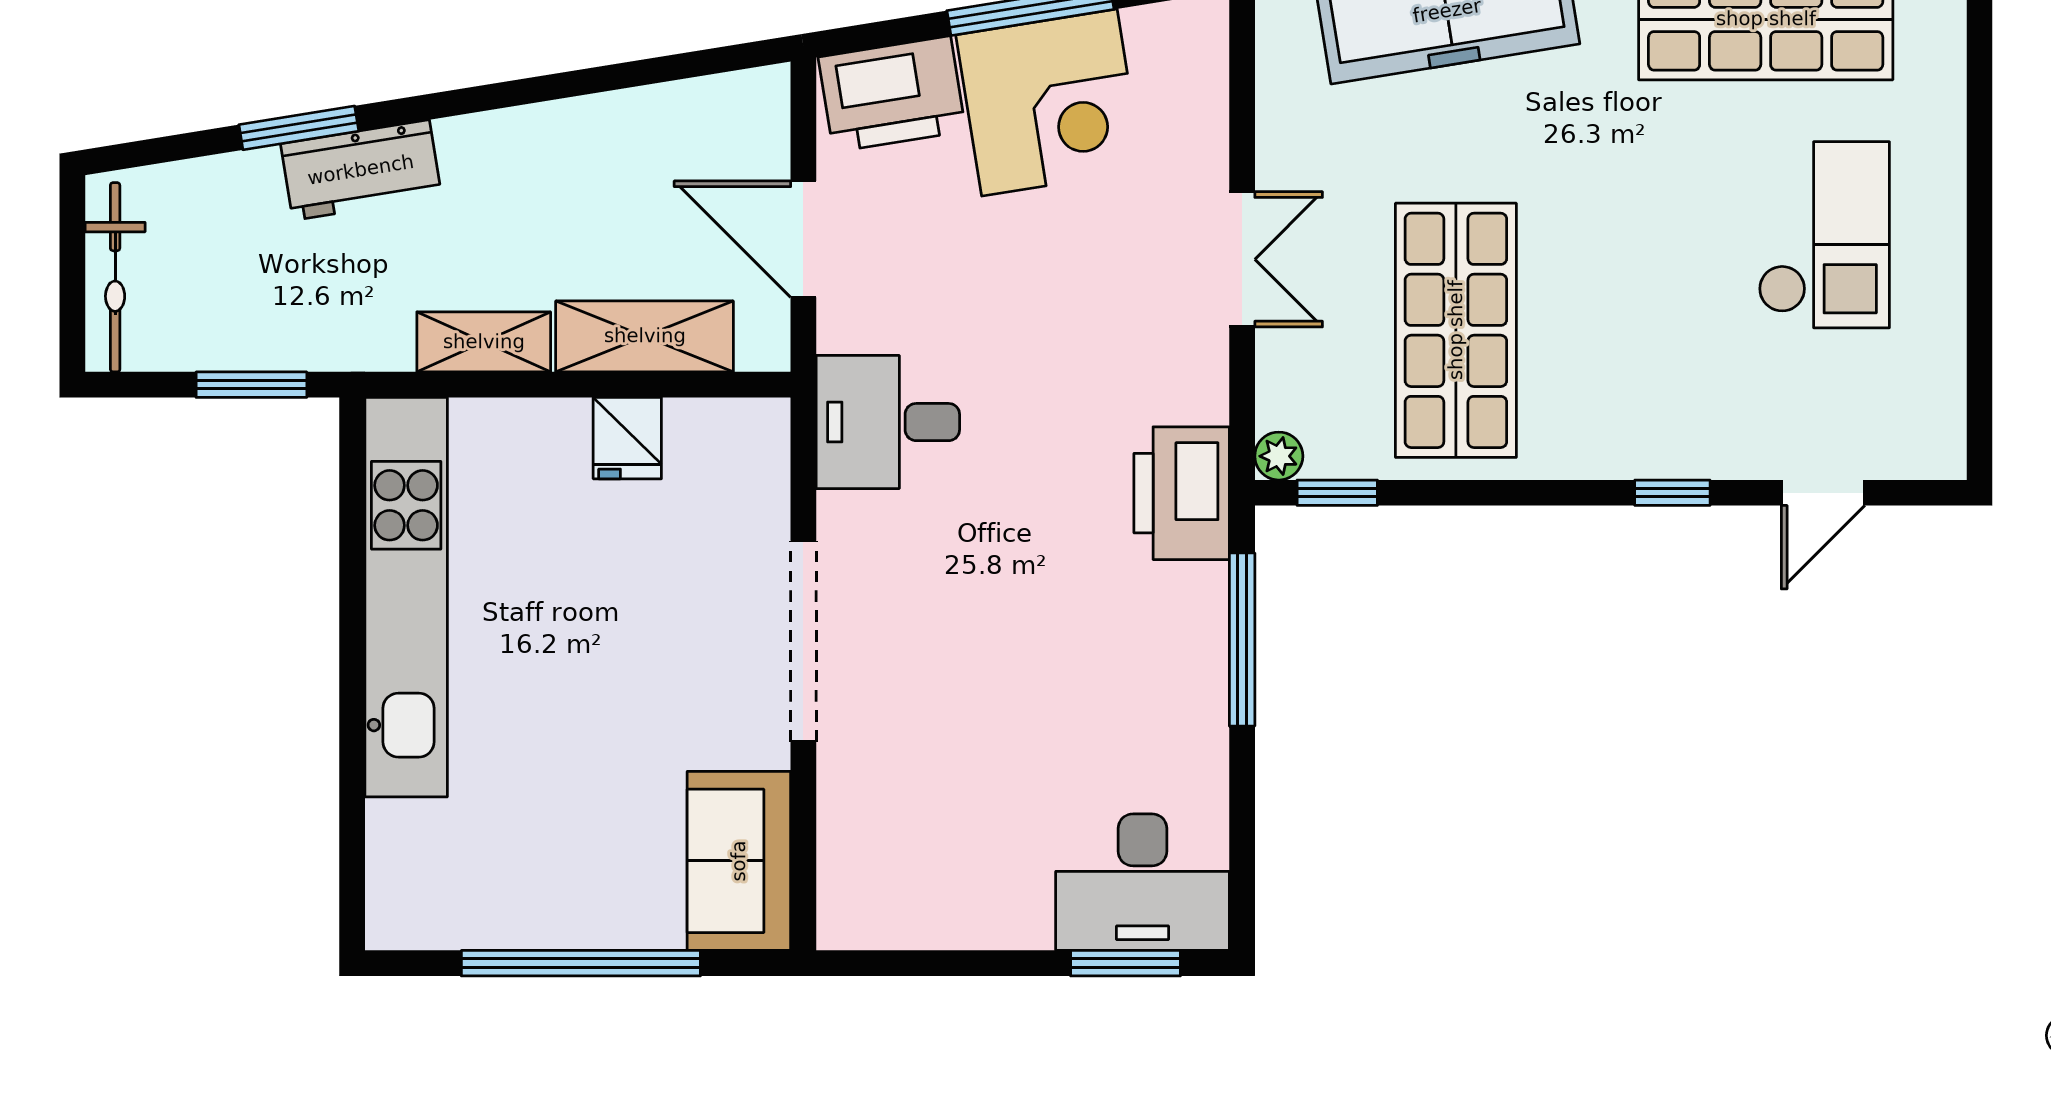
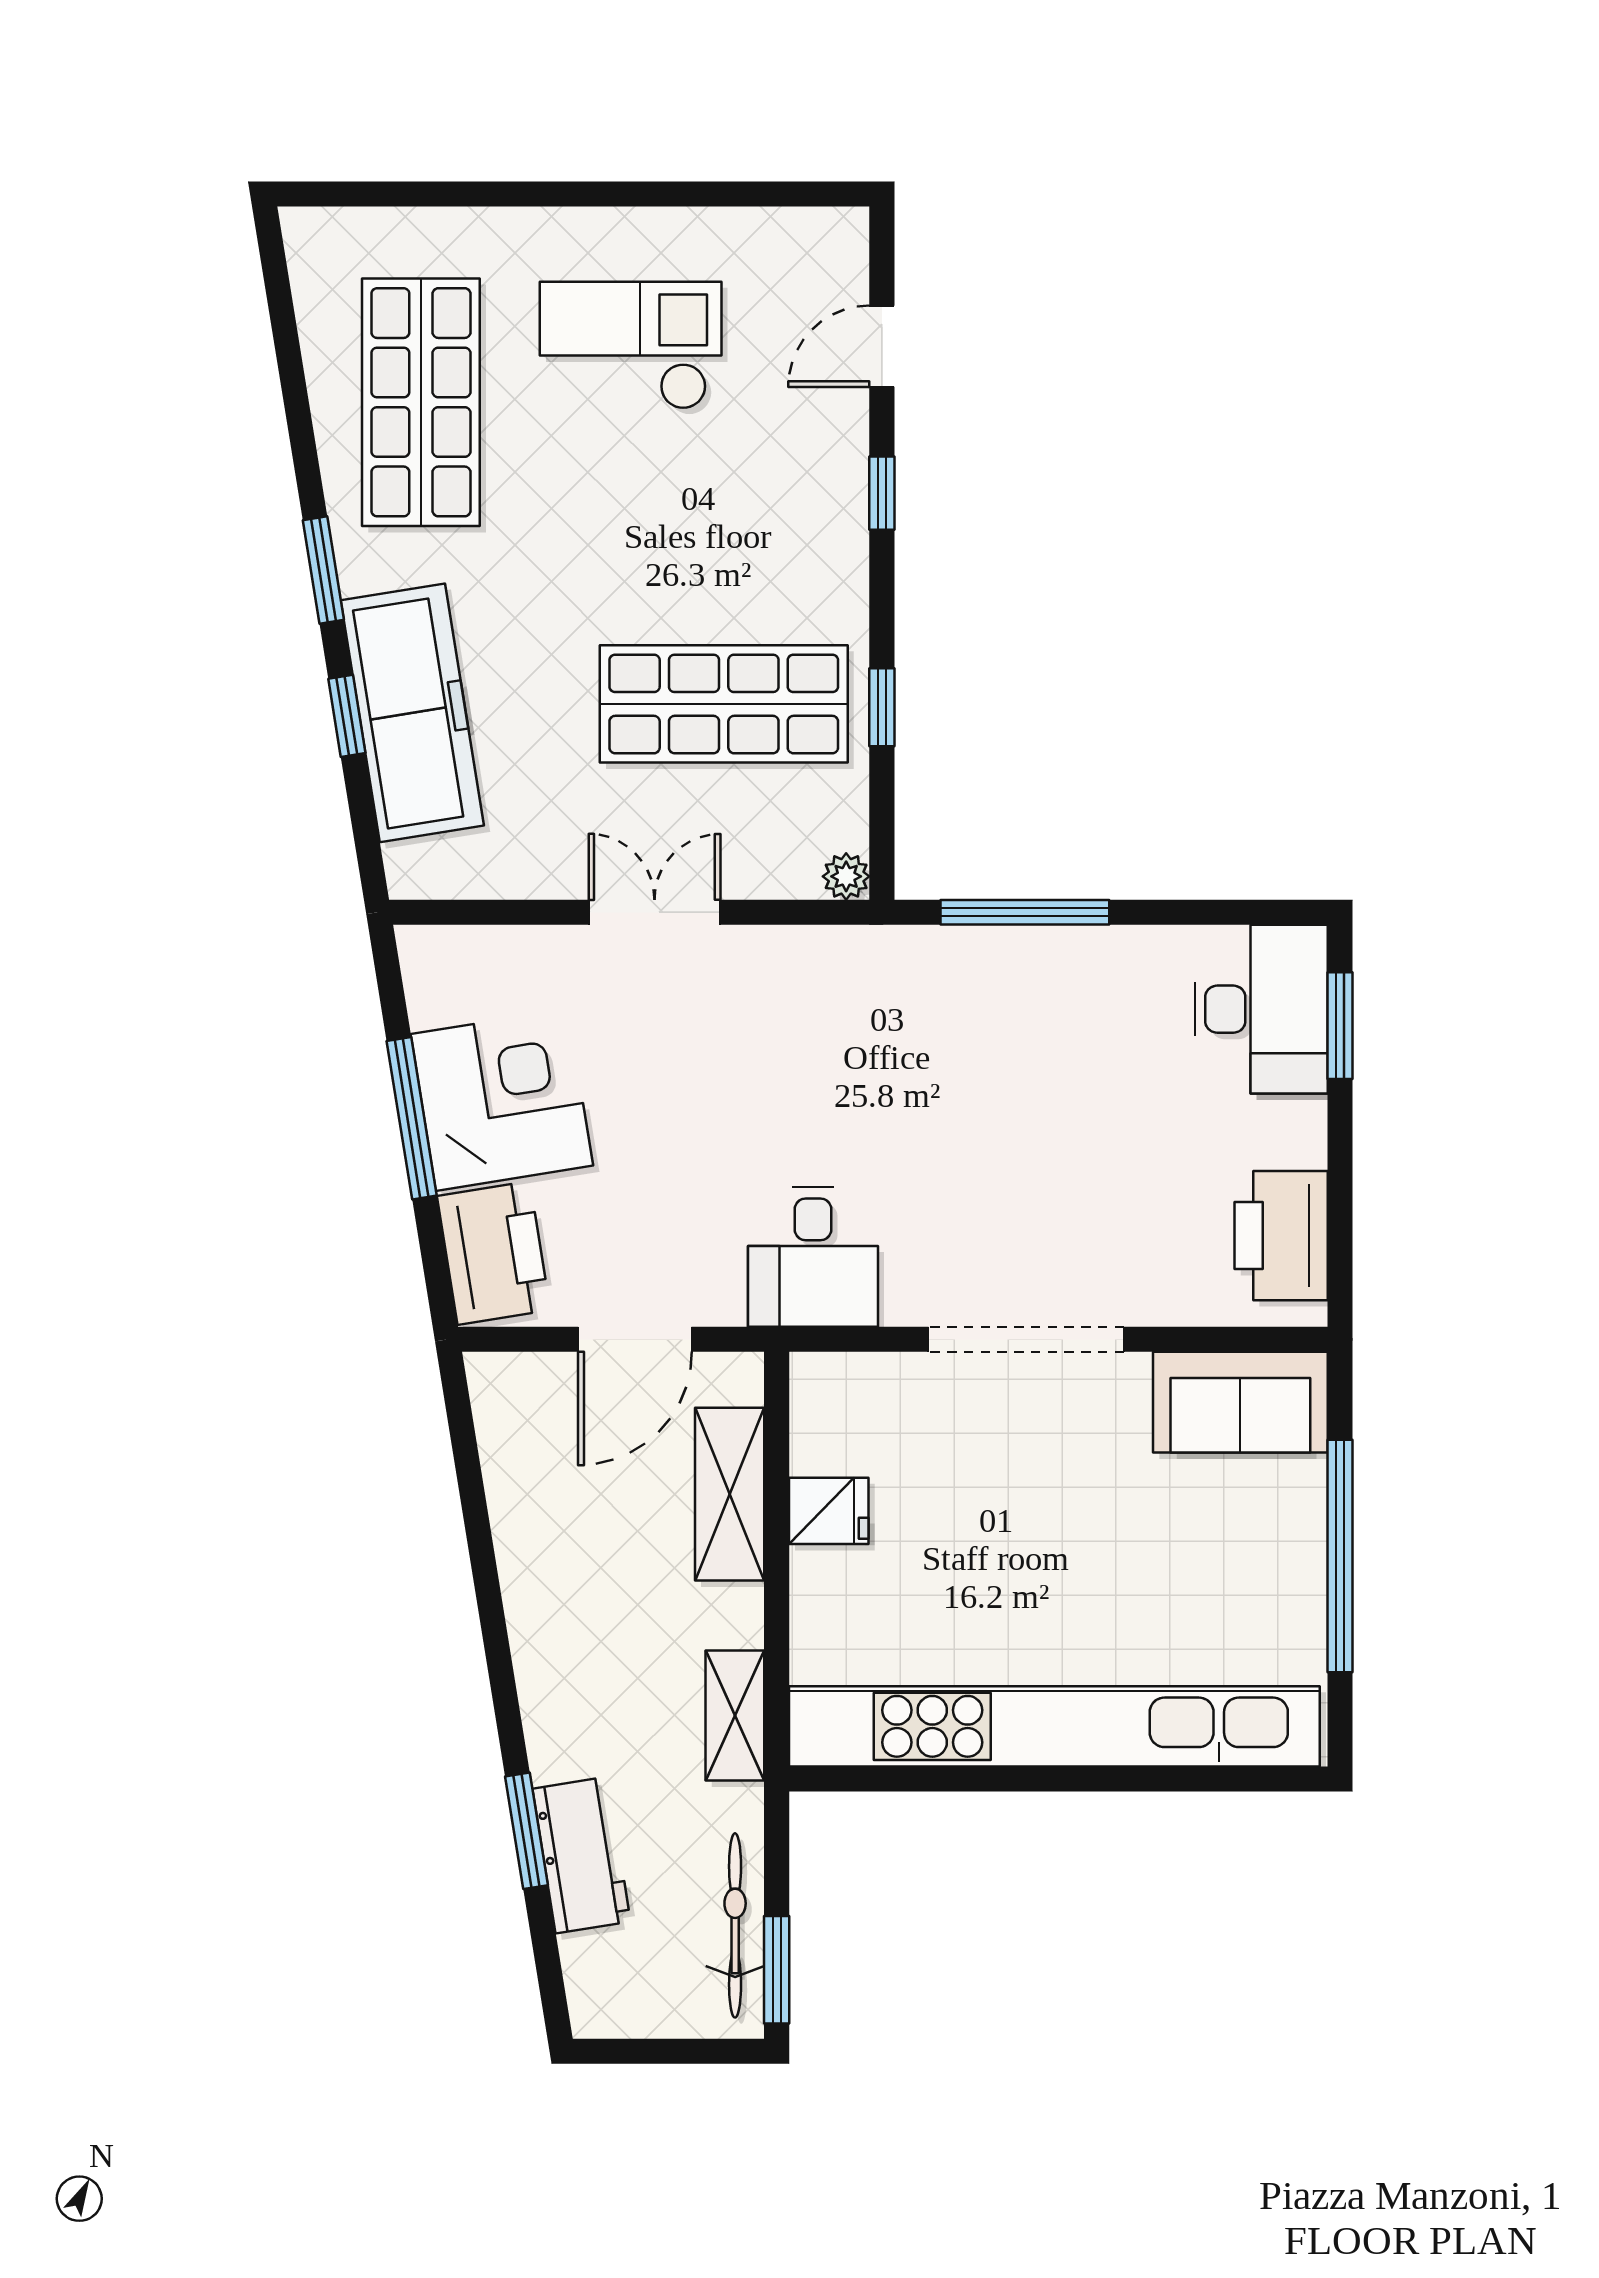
workbench: (361, 170) -> (581, 1855), moved
bicycle: (115, 277) -> (735, 1925), moved, turned -90
shelving: (484, 342) -> (735, 1716), moved
window: (251, 385) -> (777, 1970), moved
printer: (1182, 493) -> (1281, 1236), moved, turned 90
window: (1337, 493) -> (882, 707), moved
door: (1823, 493) -> (882, 346), swing flipped
kitchen unit: (406, 597) -> (1054, 1726), width x1.36

